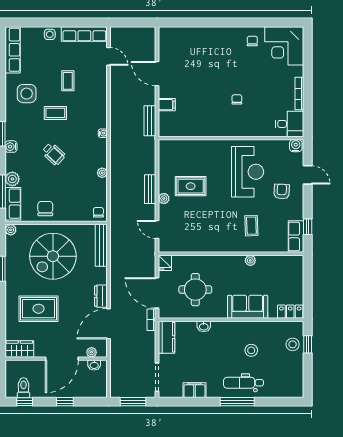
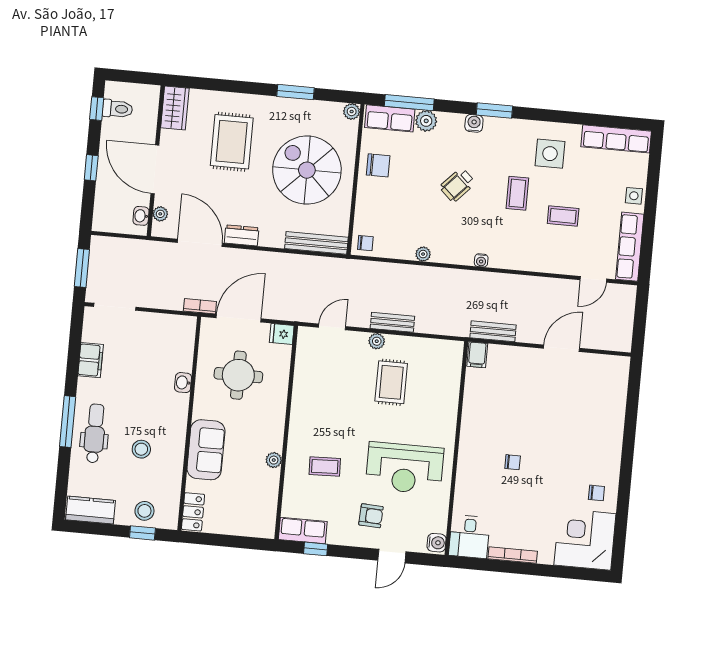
filing cabinet: (167, 105) -> (477, 355), moved
kitchen counter: (166, 337) -> (90, 510), moved, turned 180

